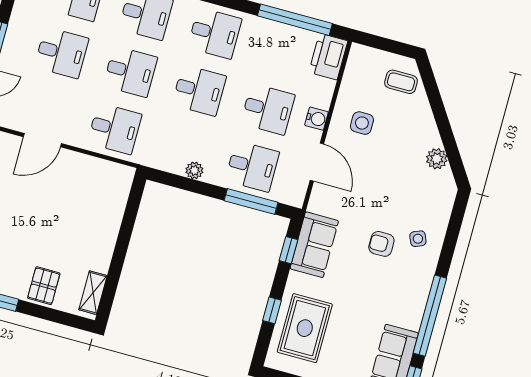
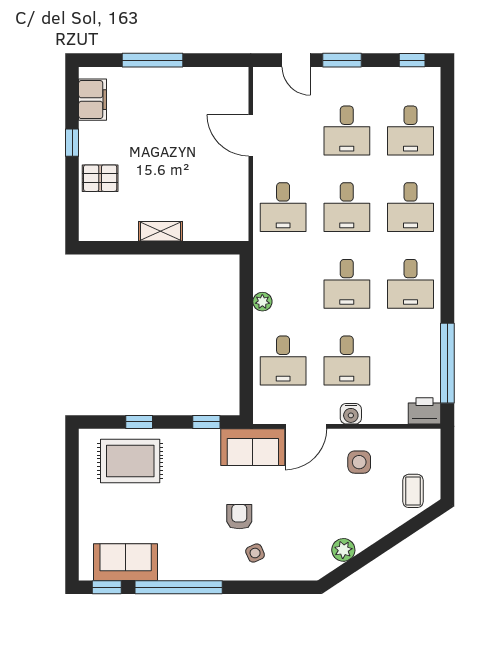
printer: (328, 57) -> (425, 411), width x0.73, depth x0.84
window: (251, 202) -> (246, 369), removed
sofa: (314, 245) -> (253, 447), moved
shelving: (93, 293) -> (161, 231), moved

